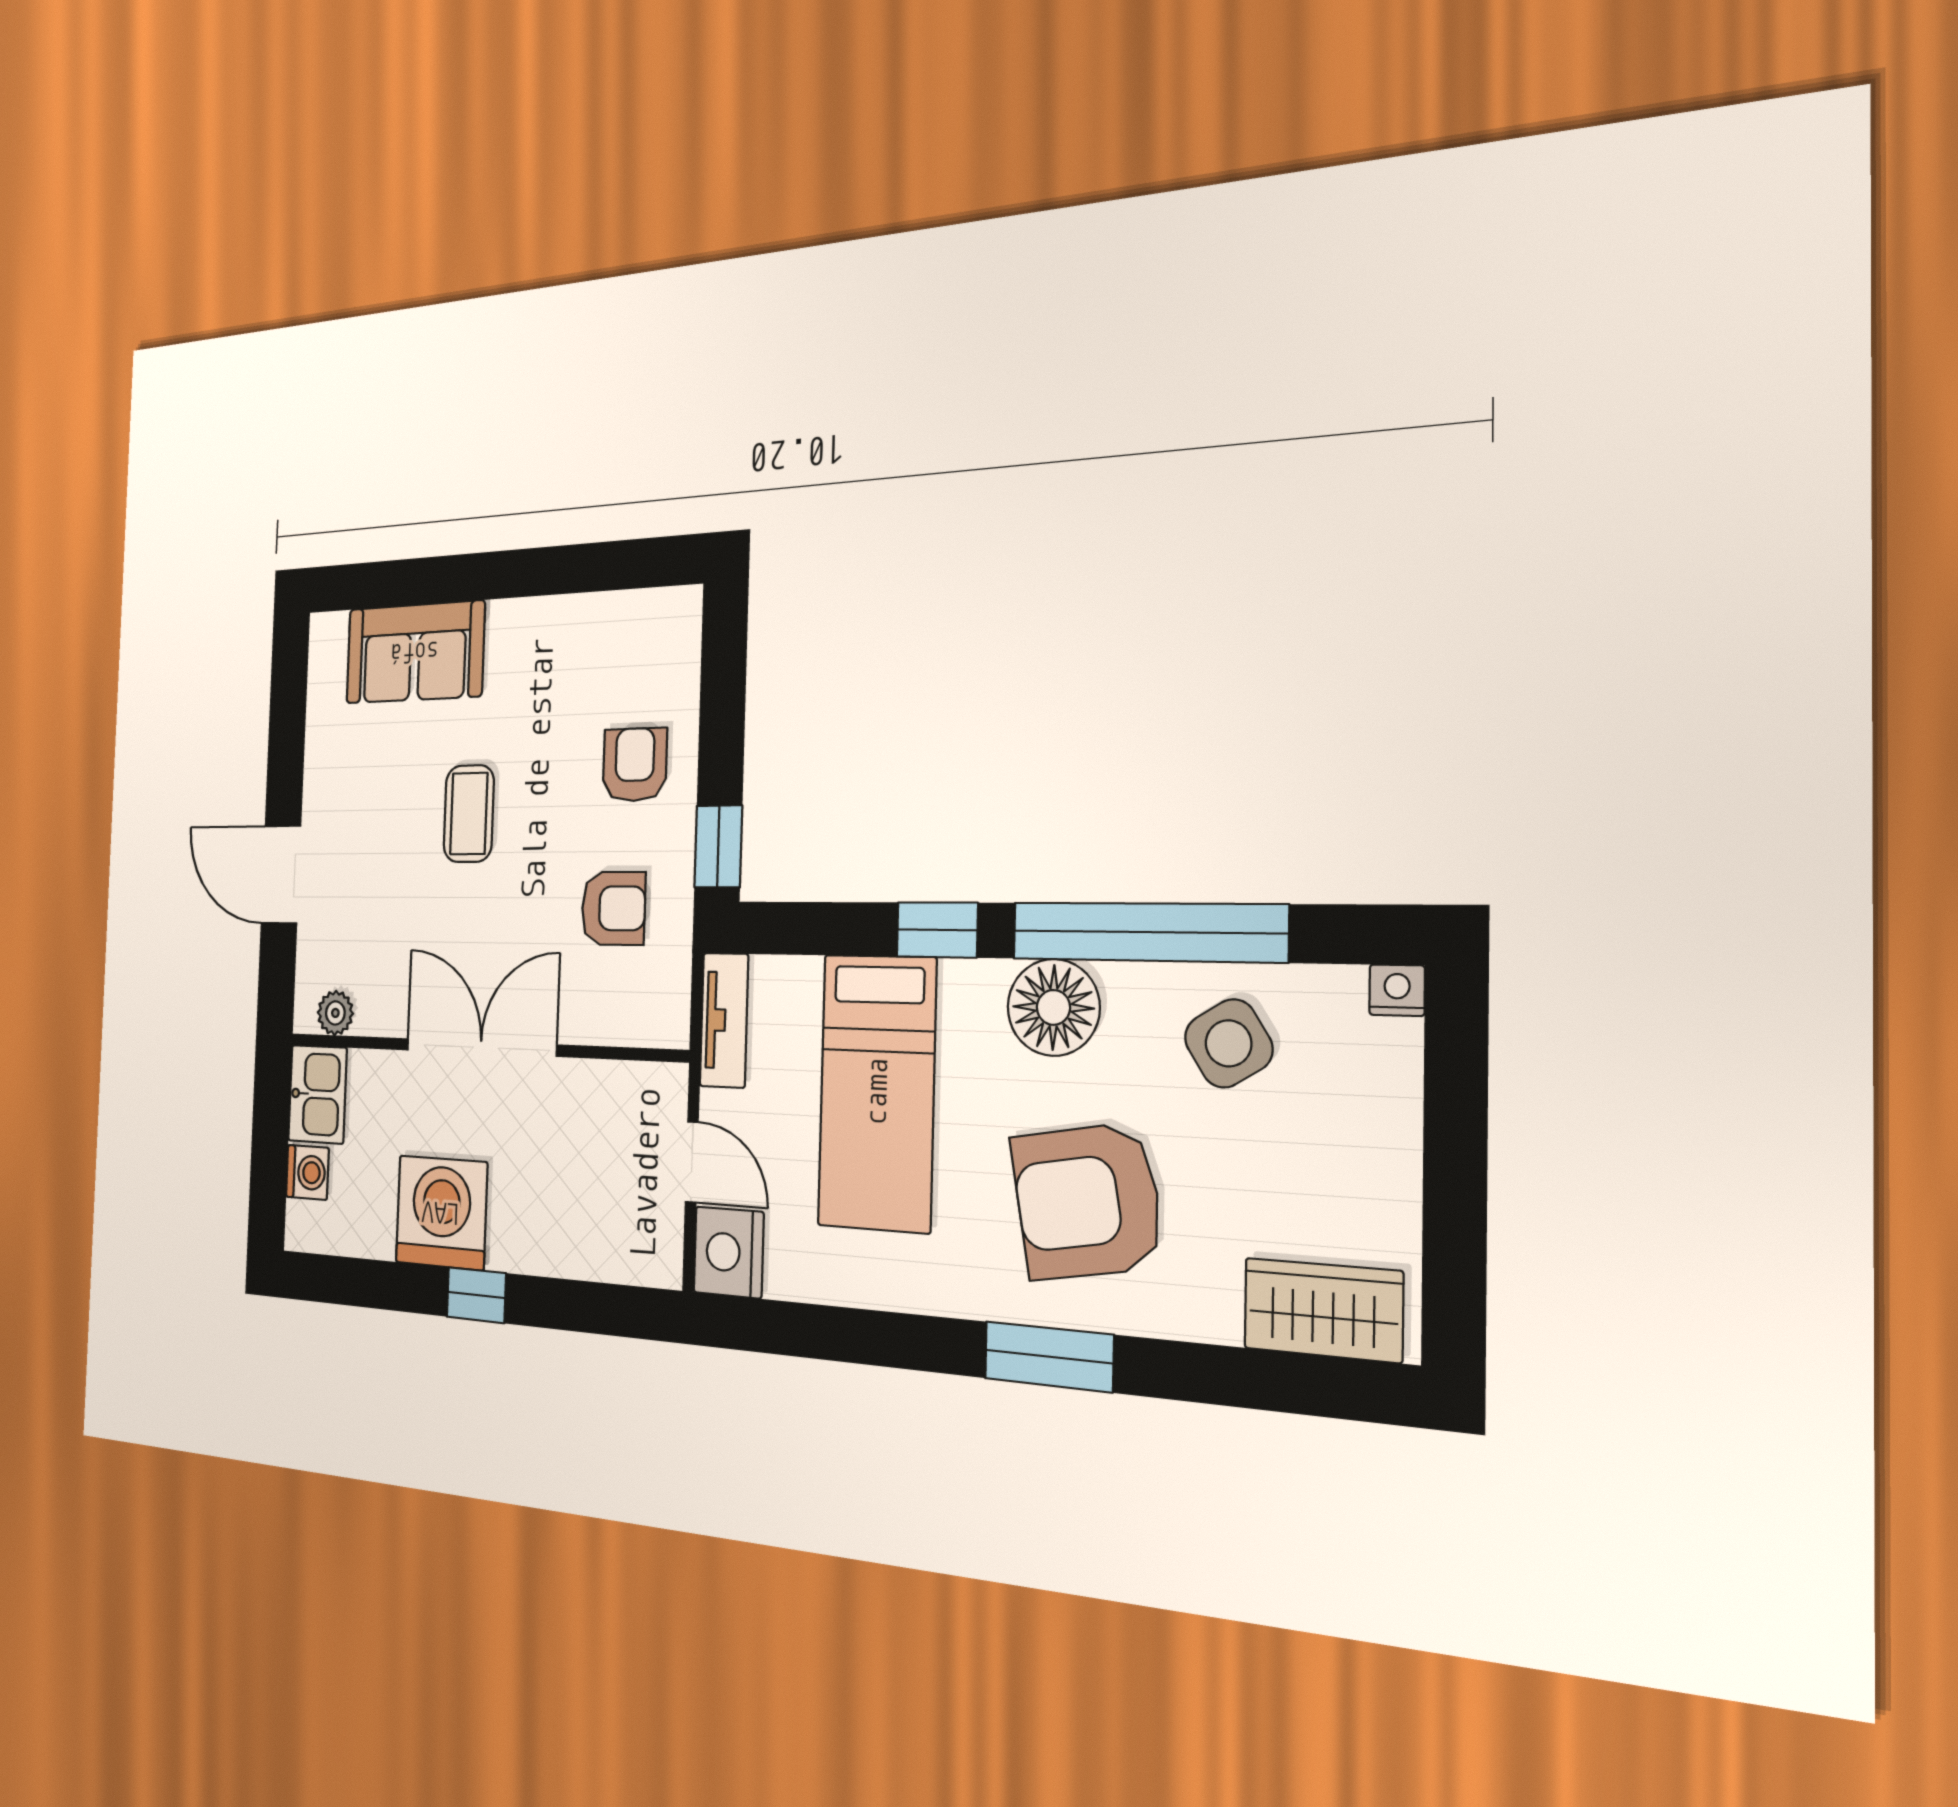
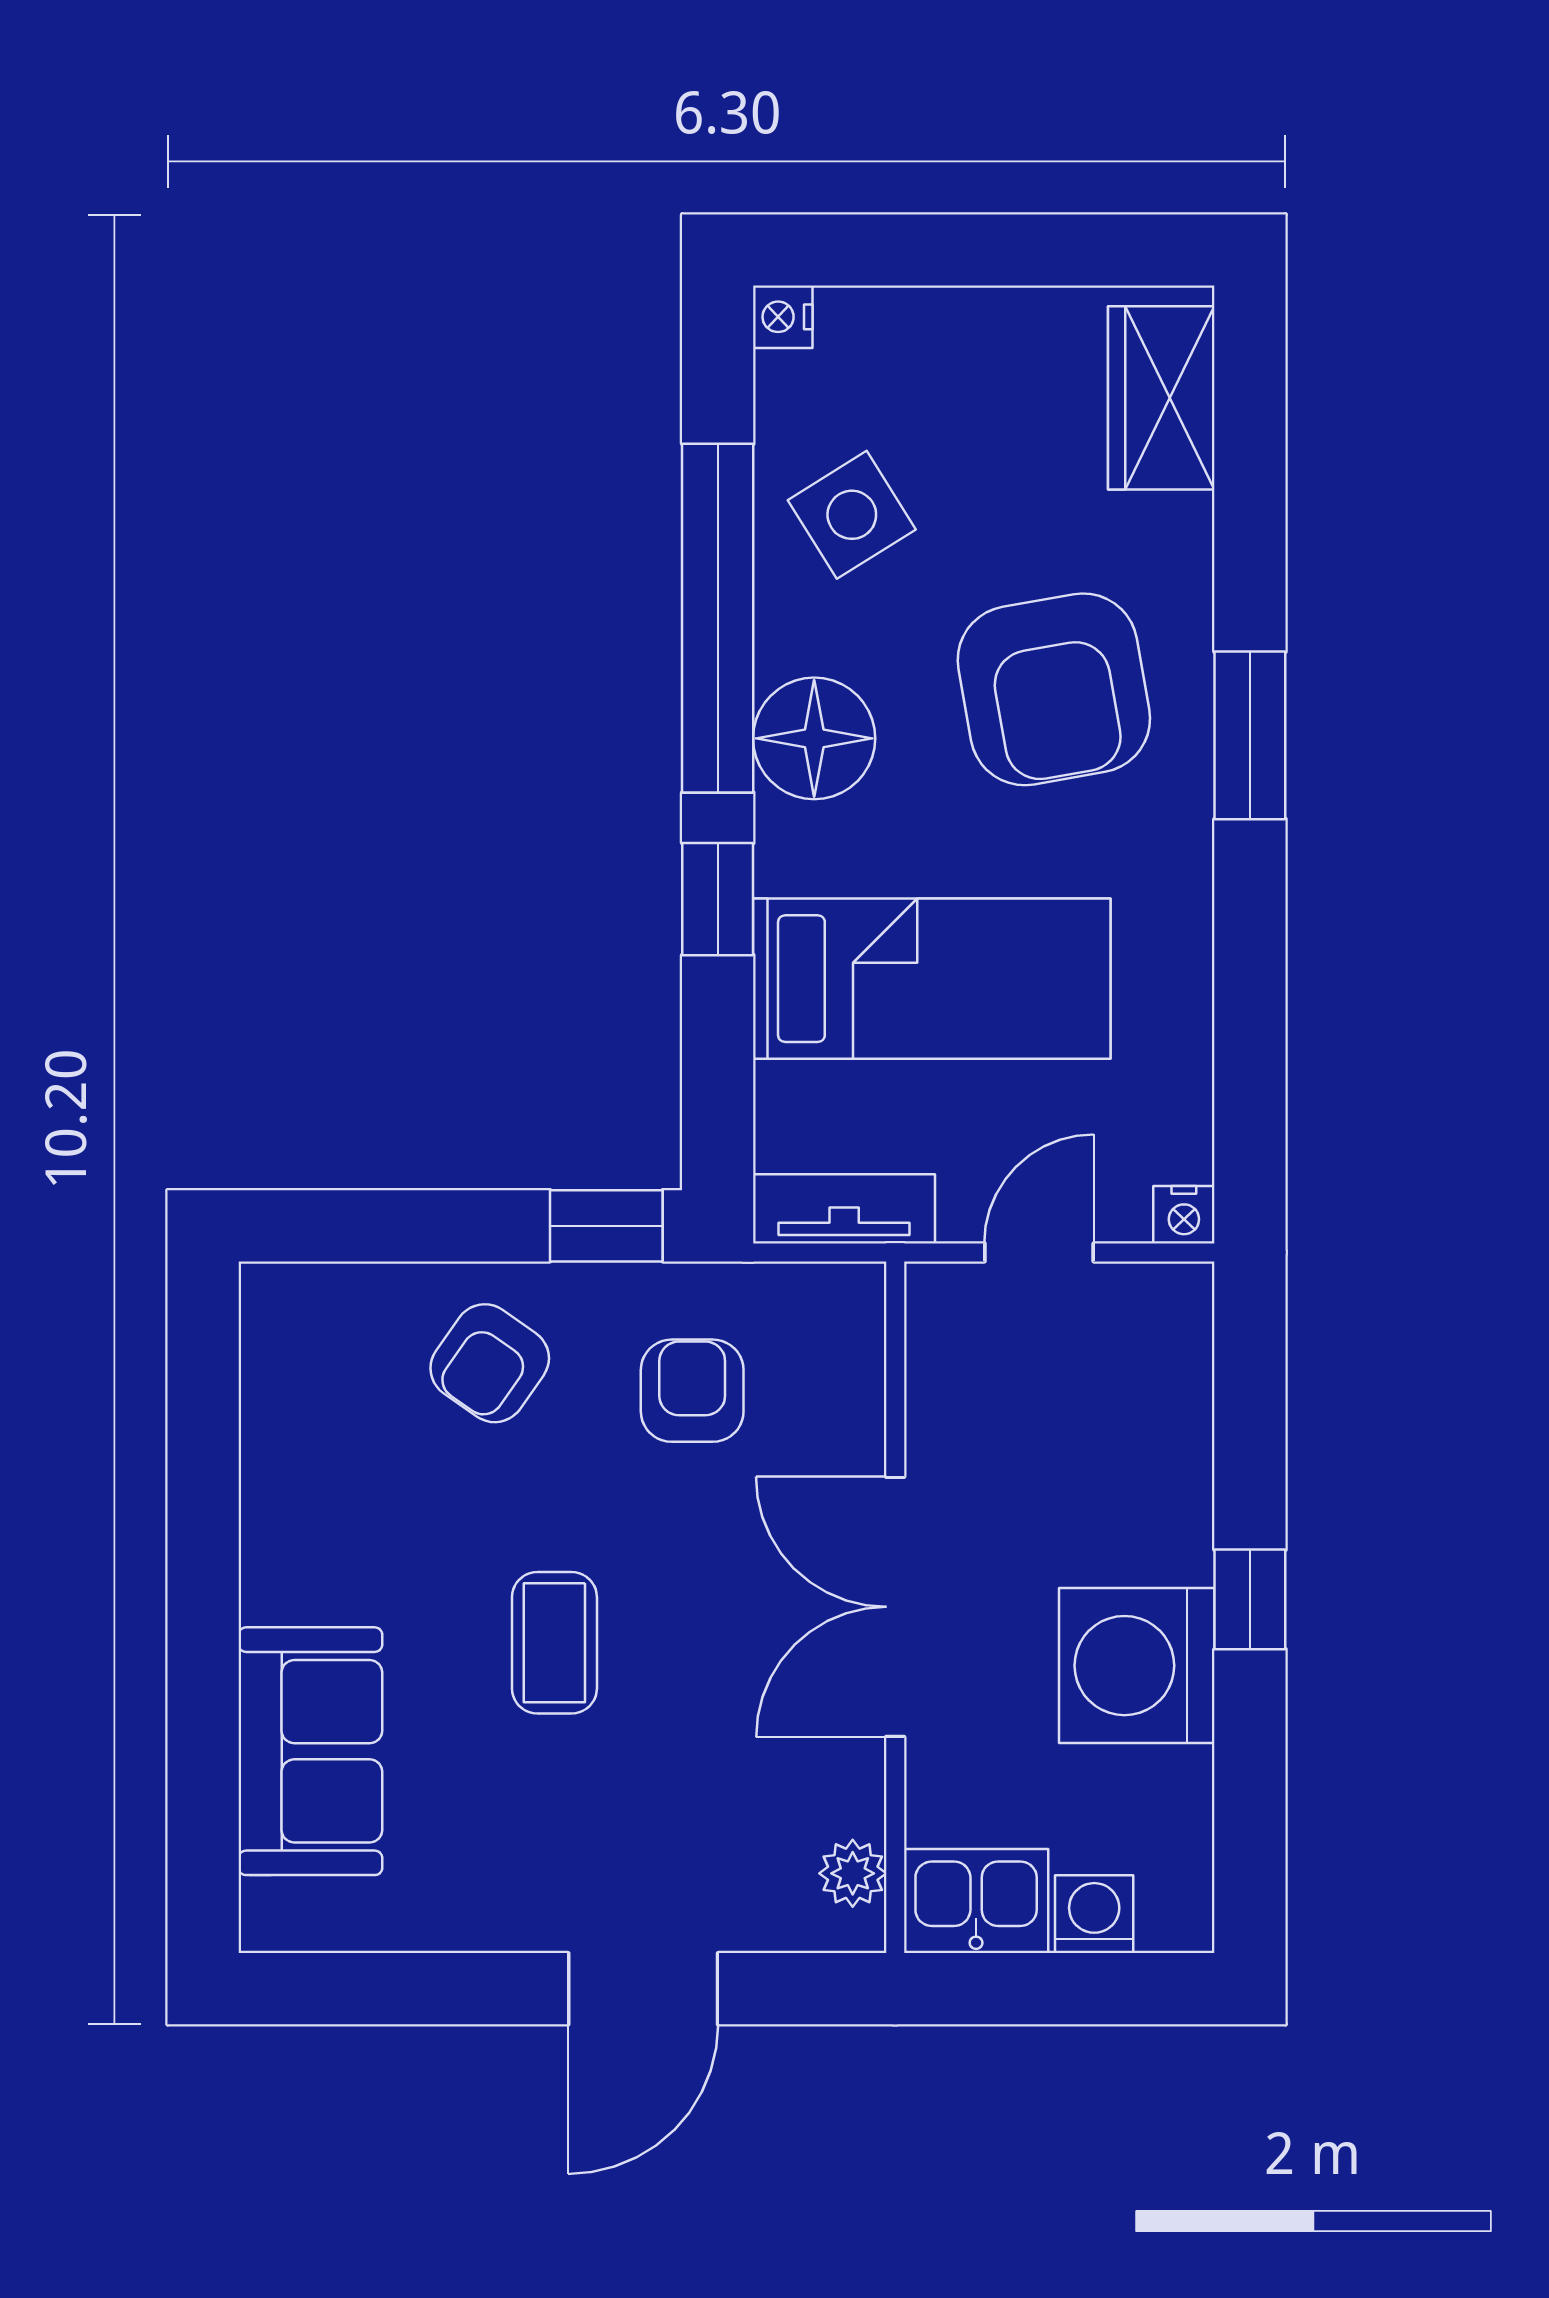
armchair: (635, 765) -> (490, 1363), turned -55
coffee table: (469, 814) -> (554, 1643), turned 90
nightstand: (729, 1252) -> (1184, 1215), width x0.53, depth x0.56

